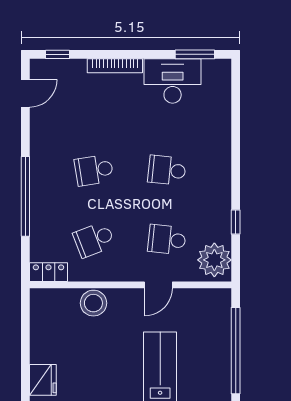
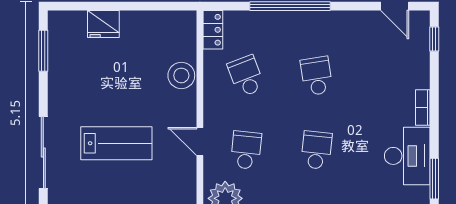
bookcase: (115, 66) -> (423, 107), width x0.64

